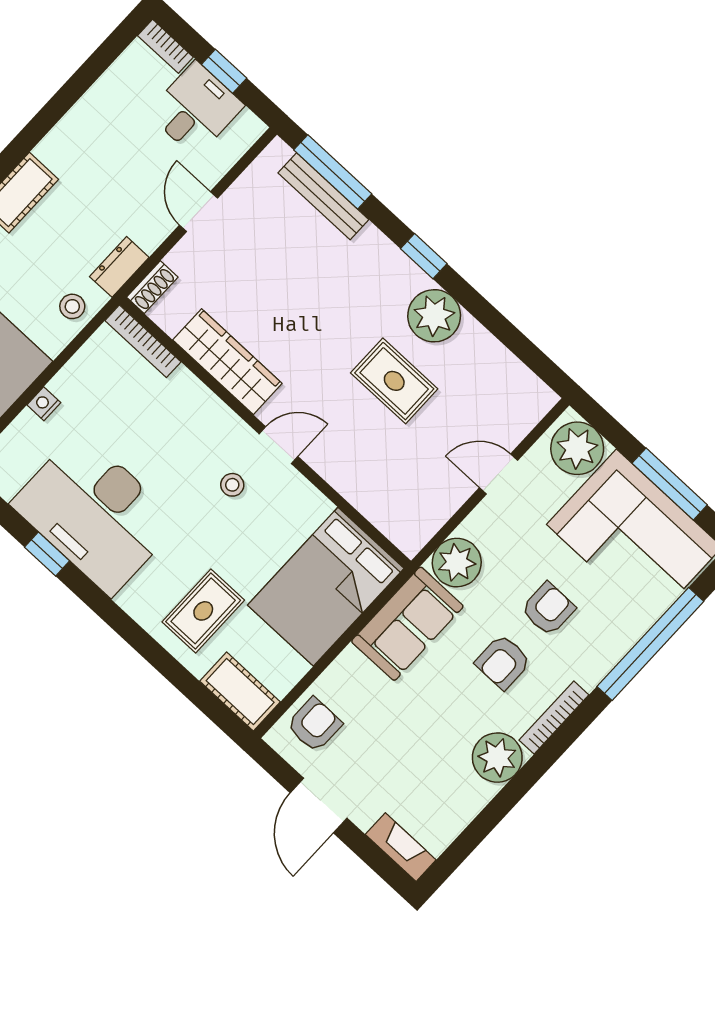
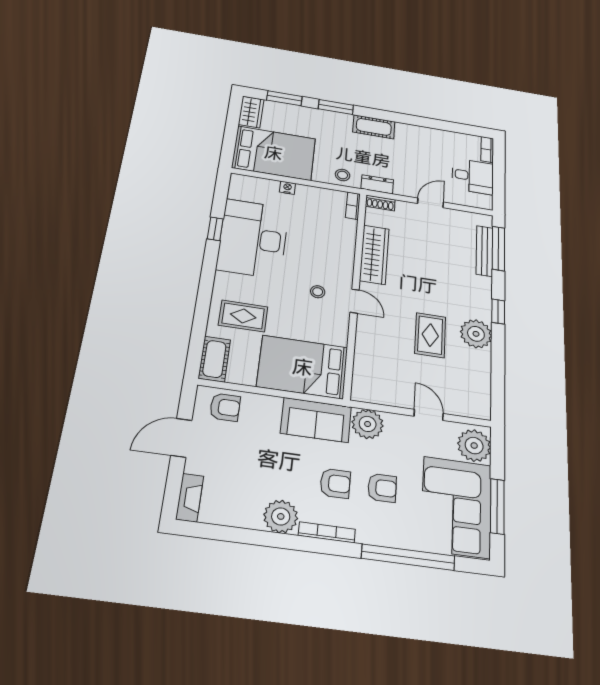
window: (224, 71) -> (499, 178), removed
bookcase: (143, 341) -> (353, 206), width x0.64
armchair: (503, 662) -> (335, 483), turned 180

